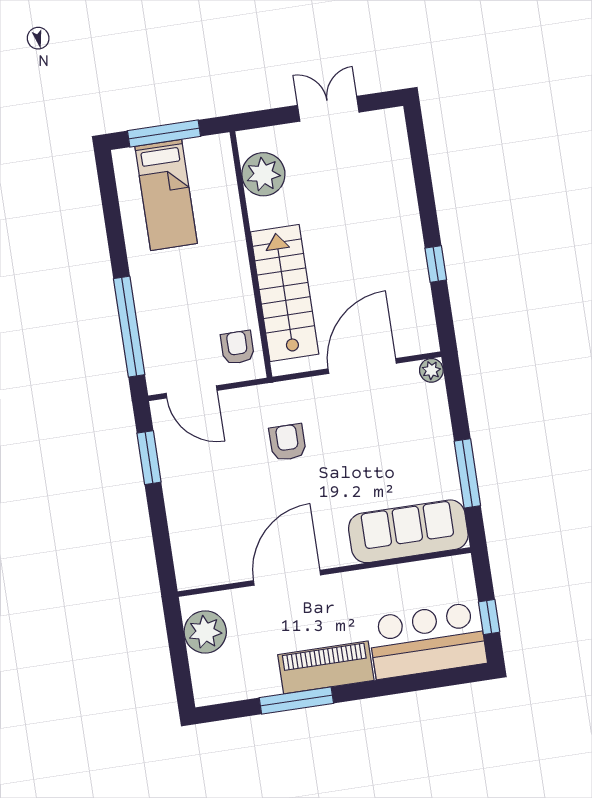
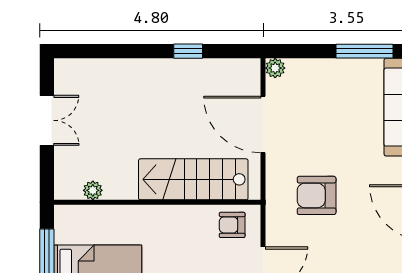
double door: (328, 109) -> (47, 120), swing flipped
plant: (263, 174) -> (93, 190), width x0.53, depth x0.53
armchair: (288, 442) -> (317, 195), width x1.38, depth x1.38

